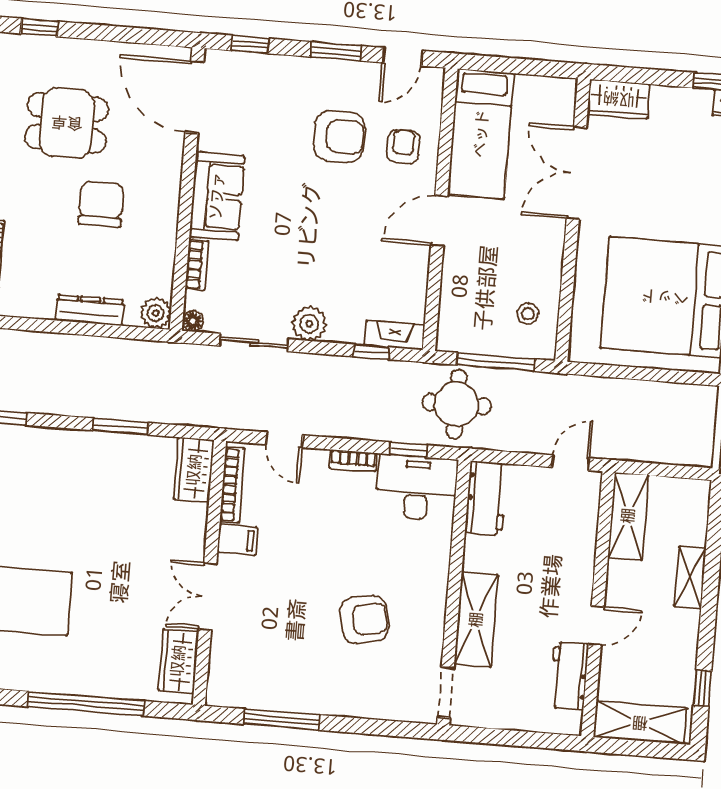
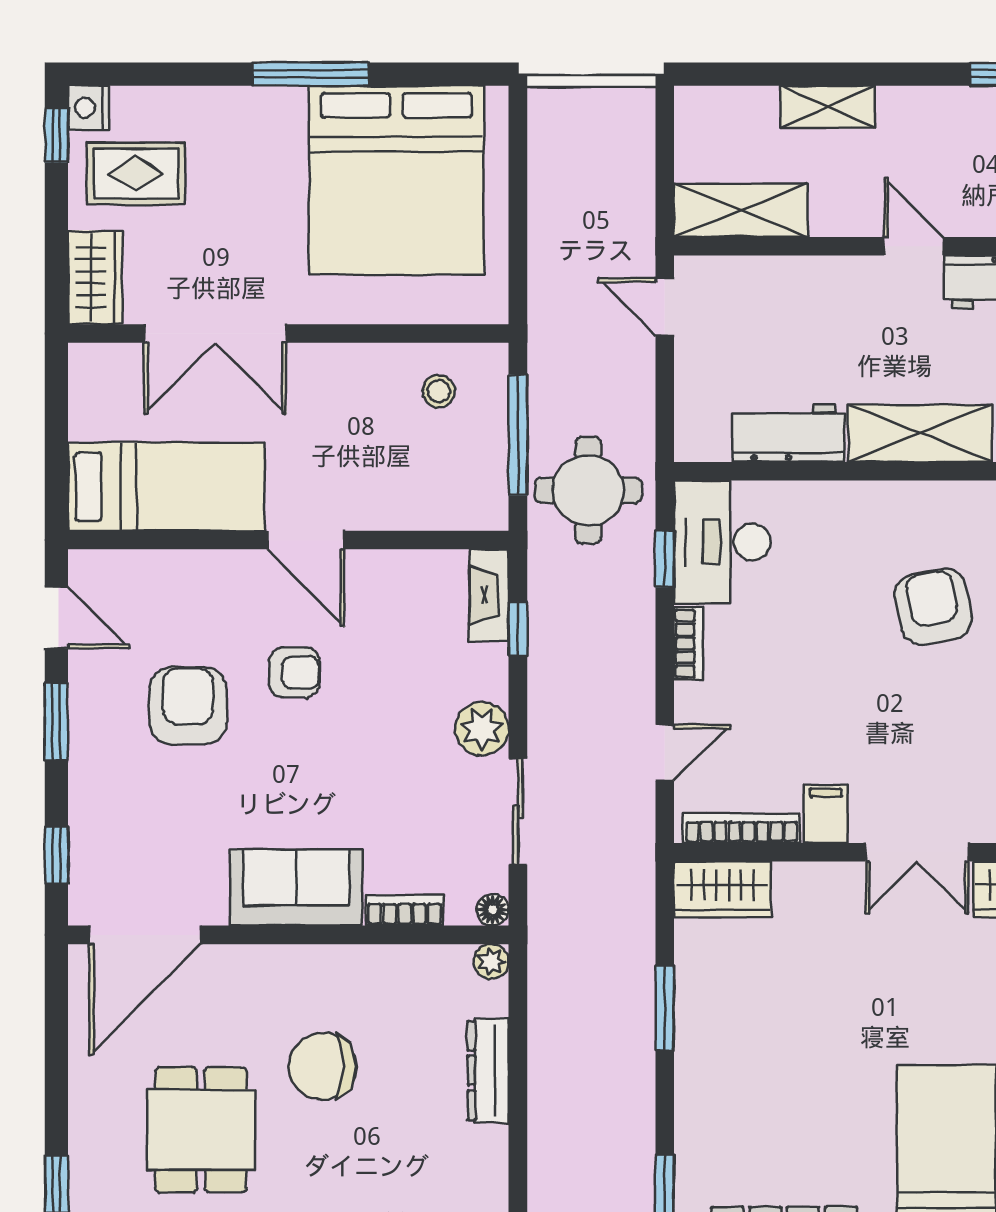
rug: (683, 131) -> (136, 174), added
armchair: (403, 146) -> (294, 672), moved, turned 180
plant: (156, 313) -> (491, 962), width x0.73, depth x0.73
workbench: (486, 498) -> (788, 433), moved

